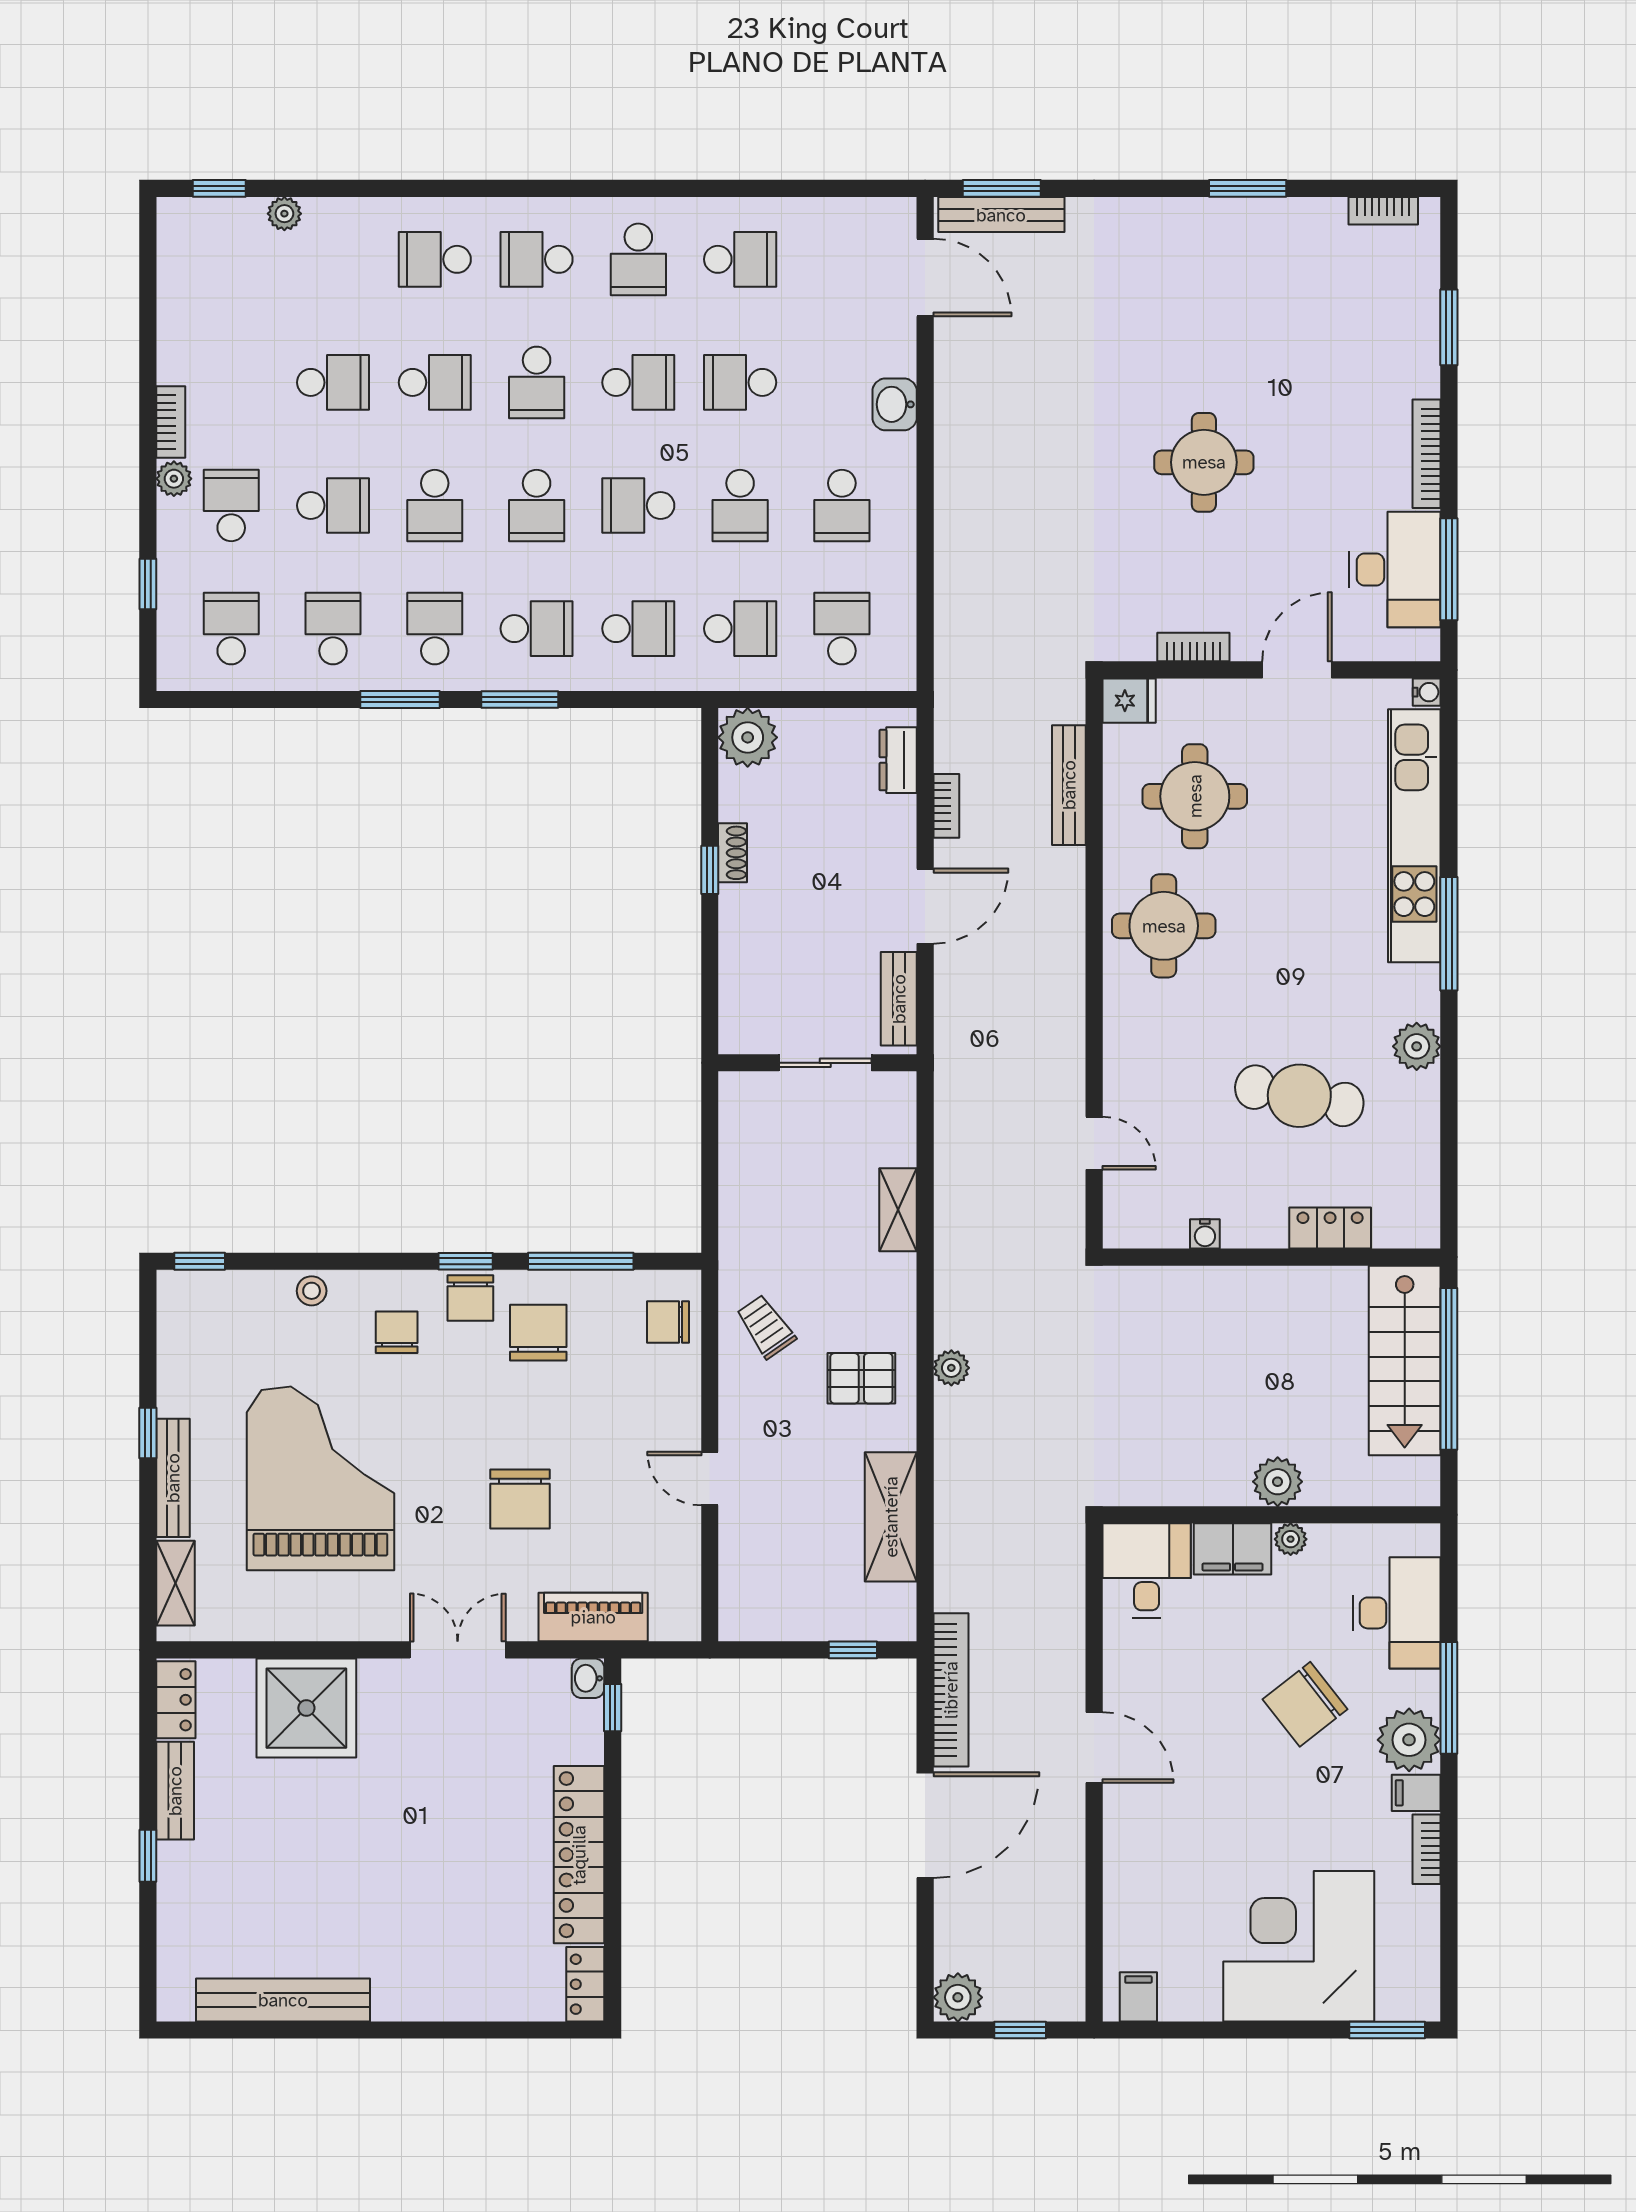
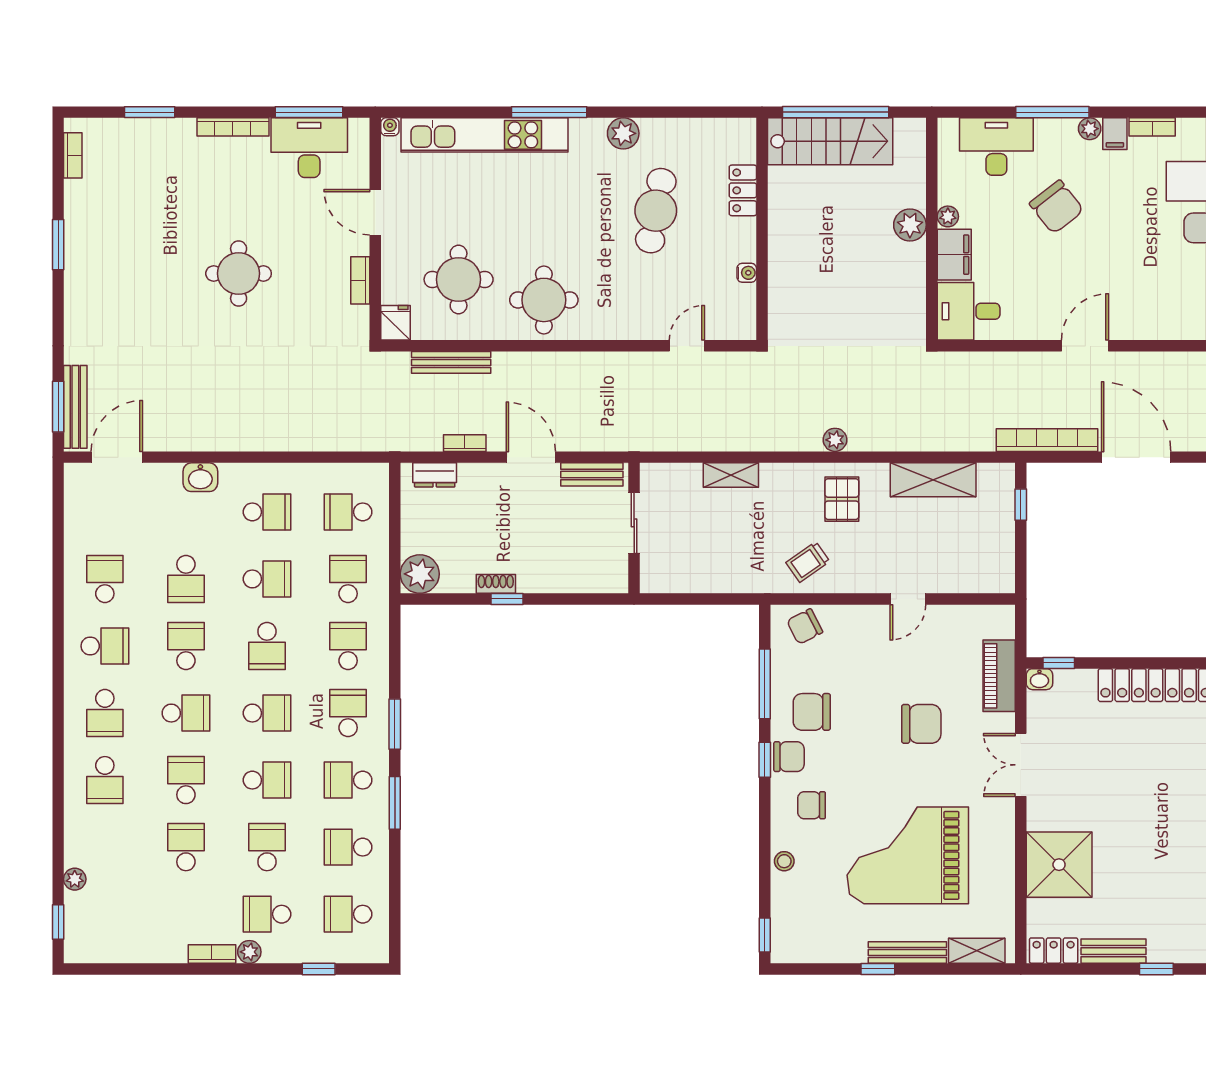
chair: (668, 1322) -> (805, 626), turned 63
plant: (1409, 1740) -> (1090, 129), width x0.53, depth x0.53

